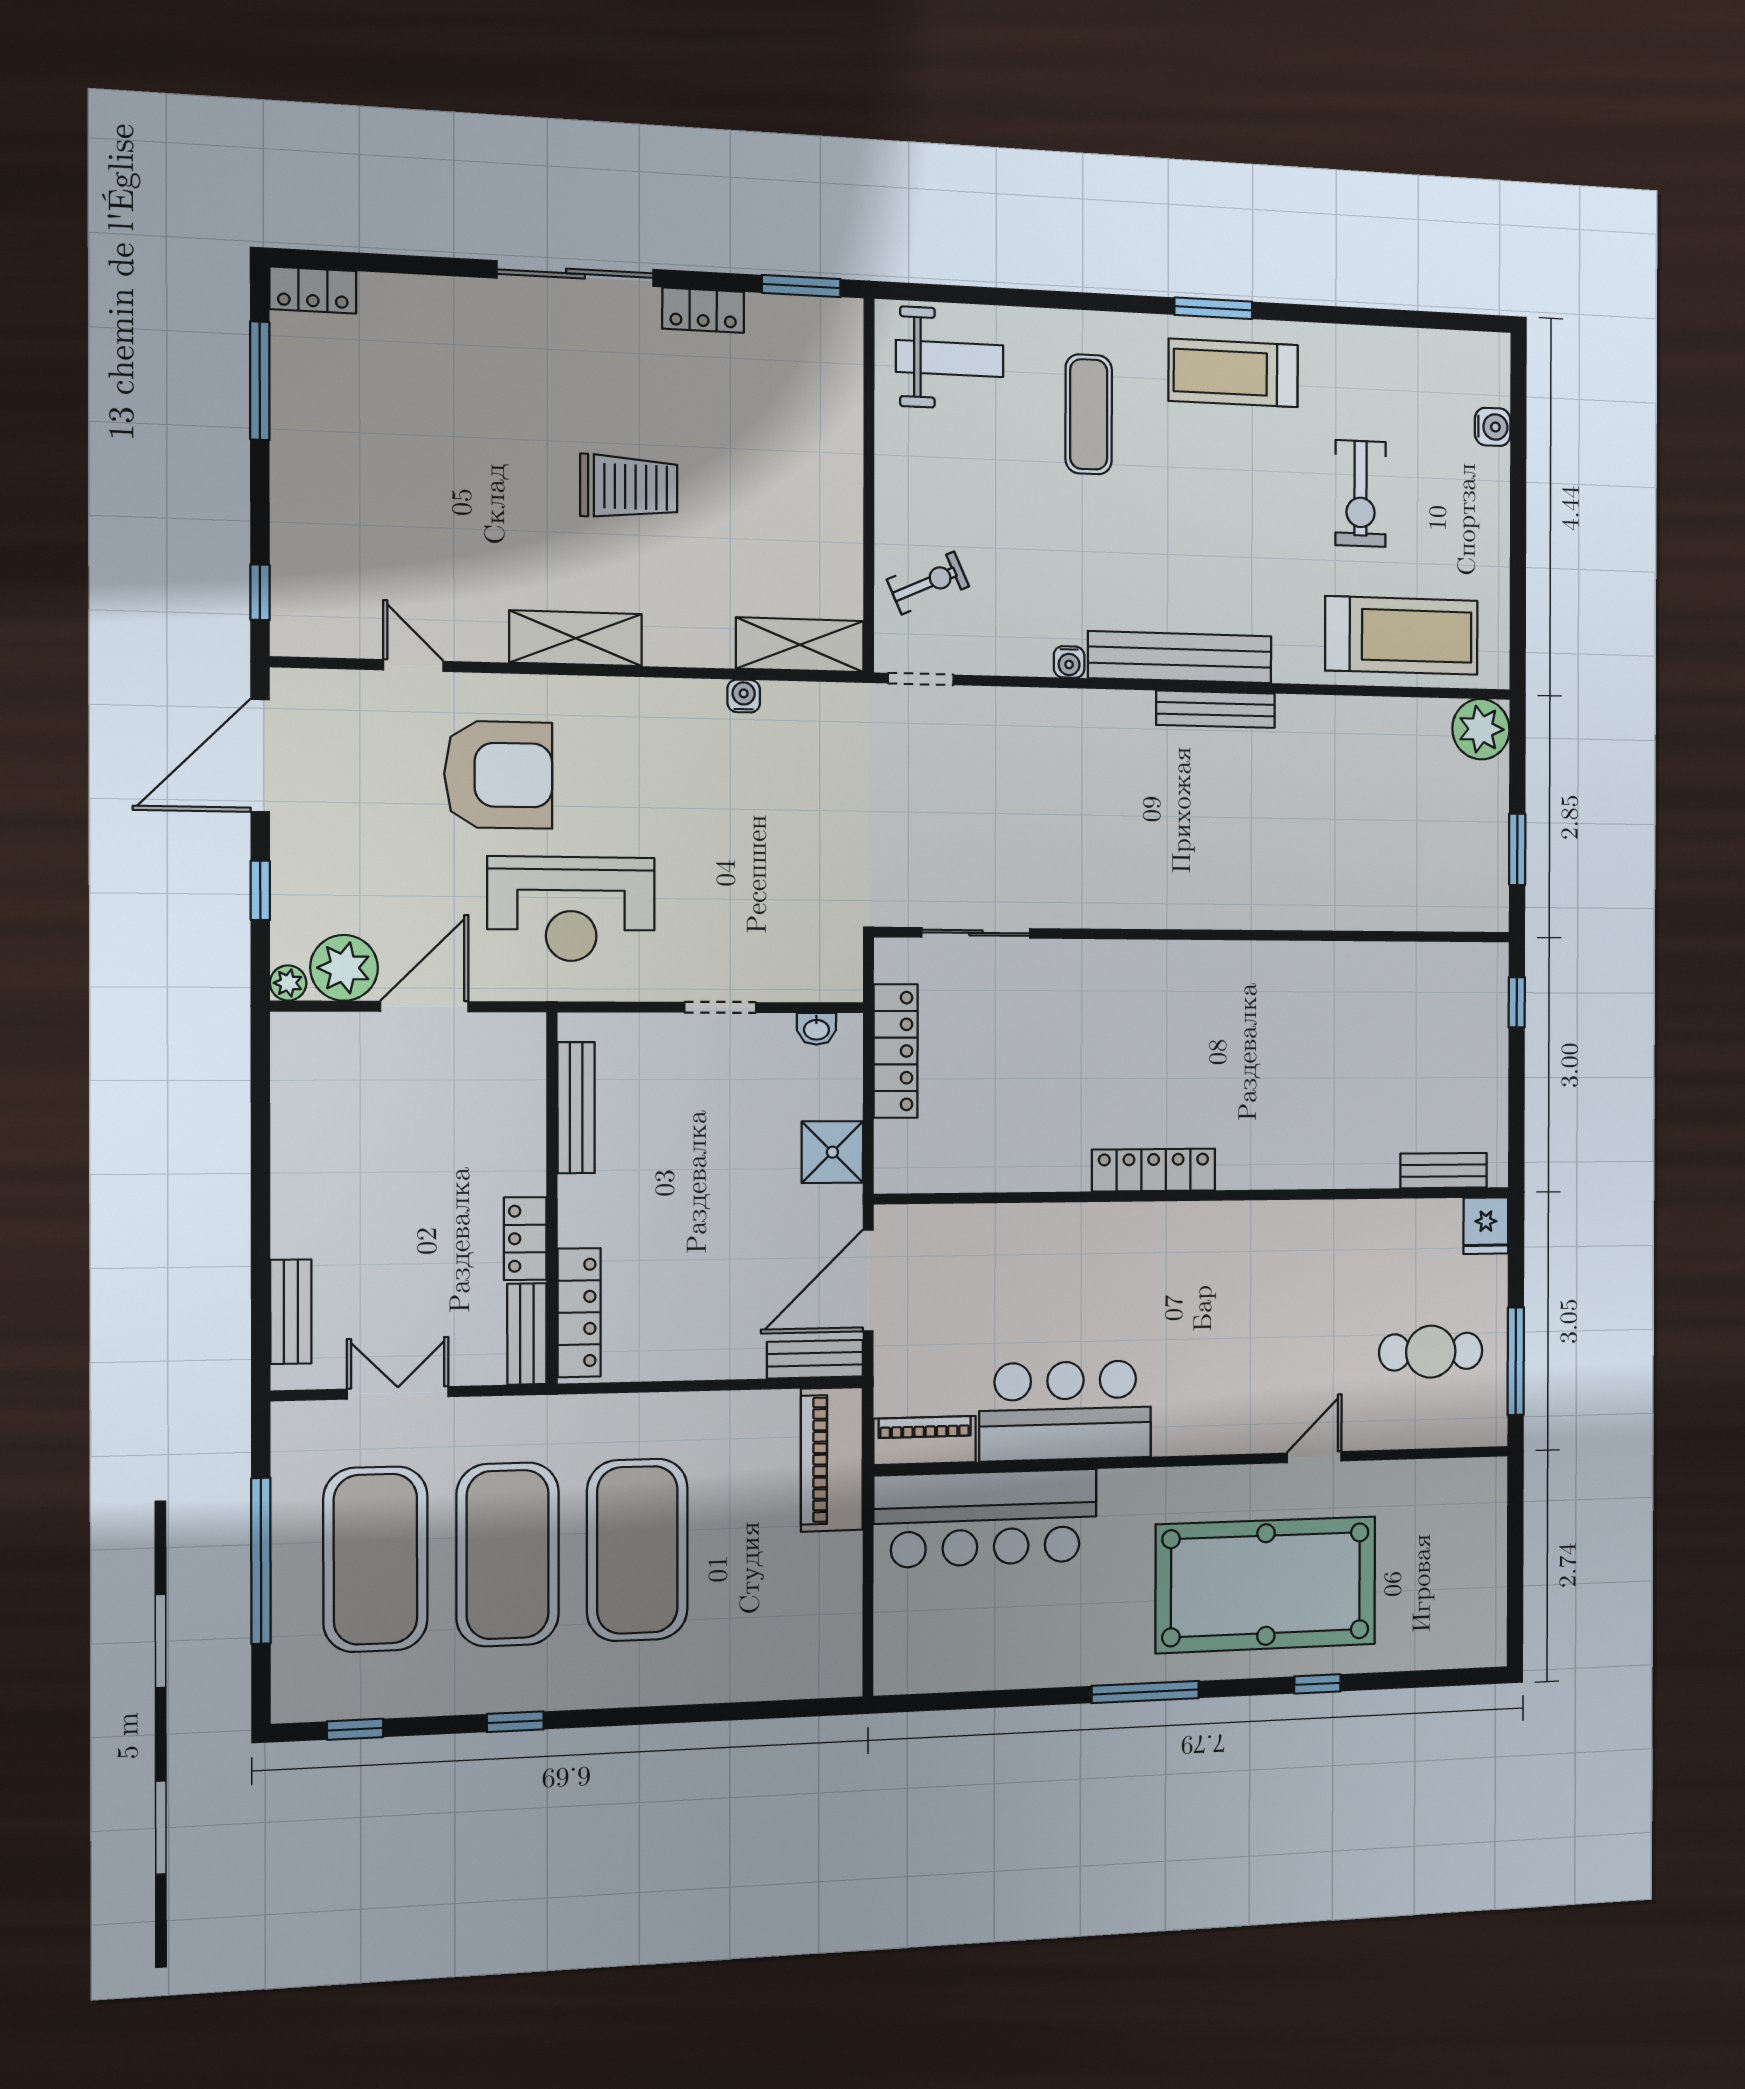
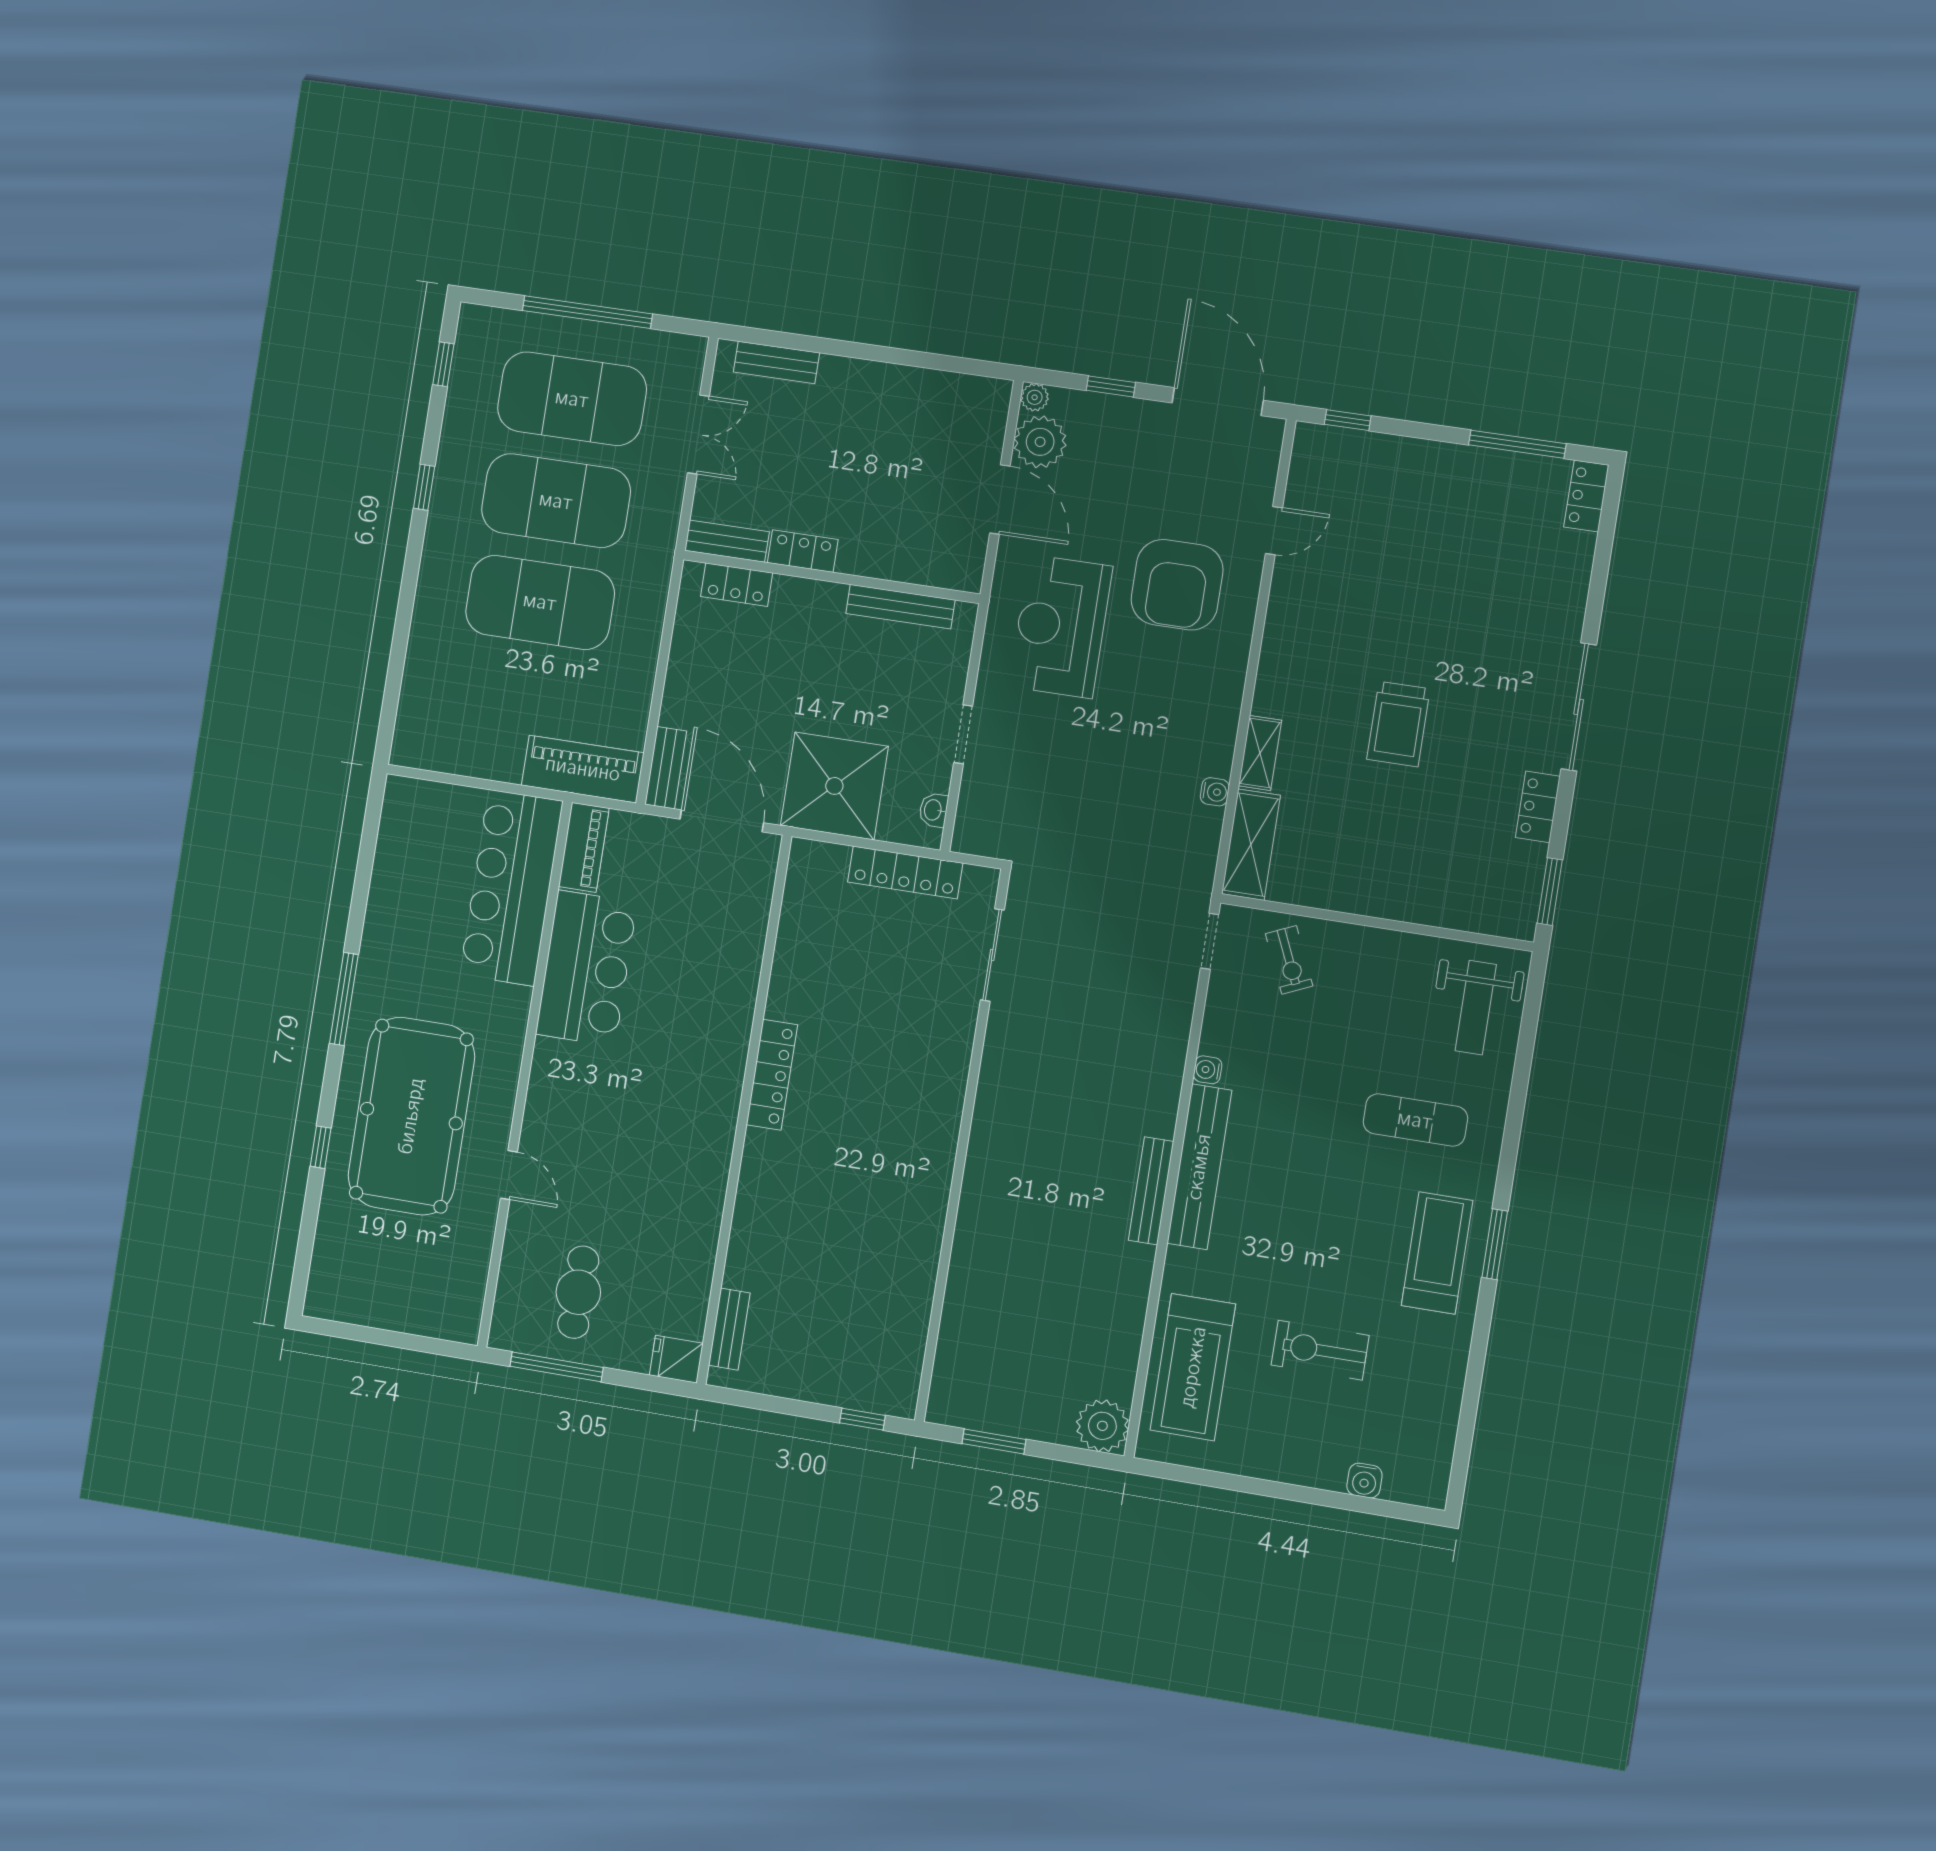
shelving: (576, 638) -> (1260, 753), moved, width x0.67, depth x0.75
shower: (832, 1152) -> (834, 786), width x1.86, depth x1.86
locker: (579, 1313) -> (737, 585), width x0.66

